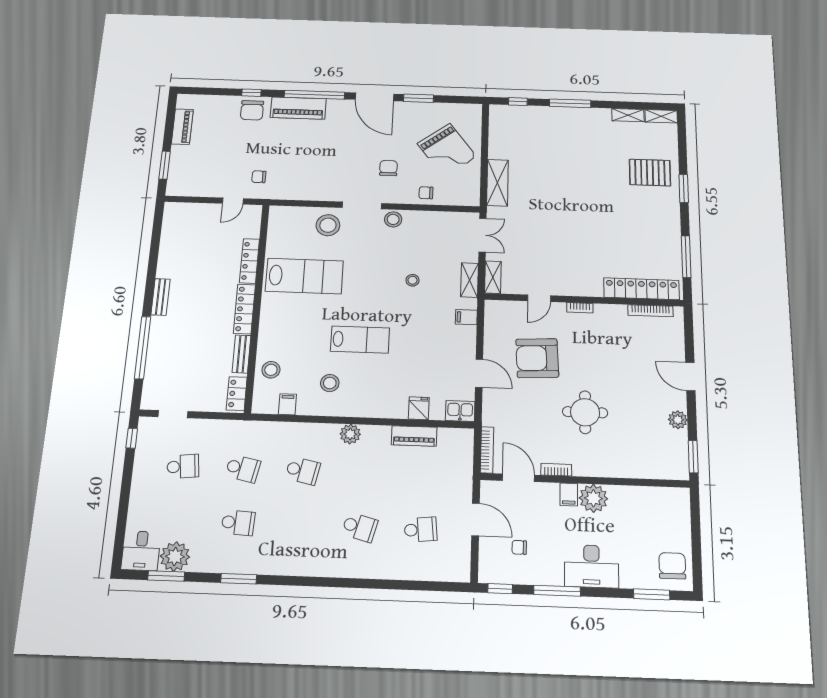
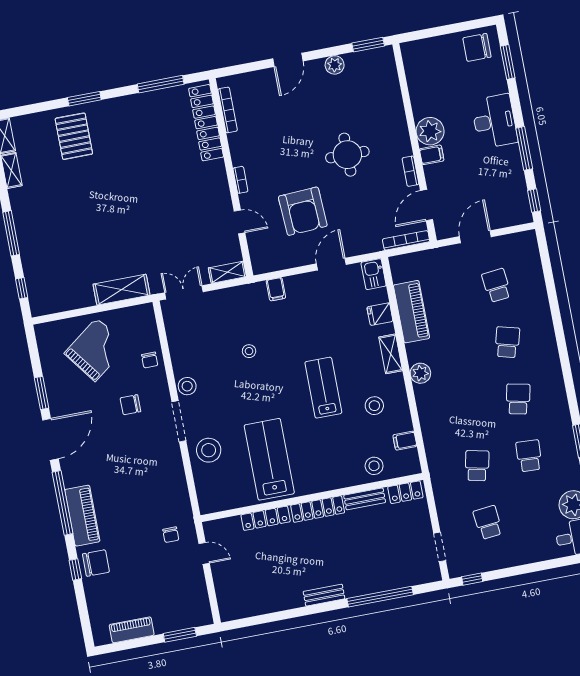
shelving: (470, 280) -> (391, 354), moved, turned 90
piano: (414, 436) -> (411, 312), width x1.37, depth x1.33
school desk: (303, 471) -> (518, 399), moved
chair: (519, 547) -> (492, 191), removed

